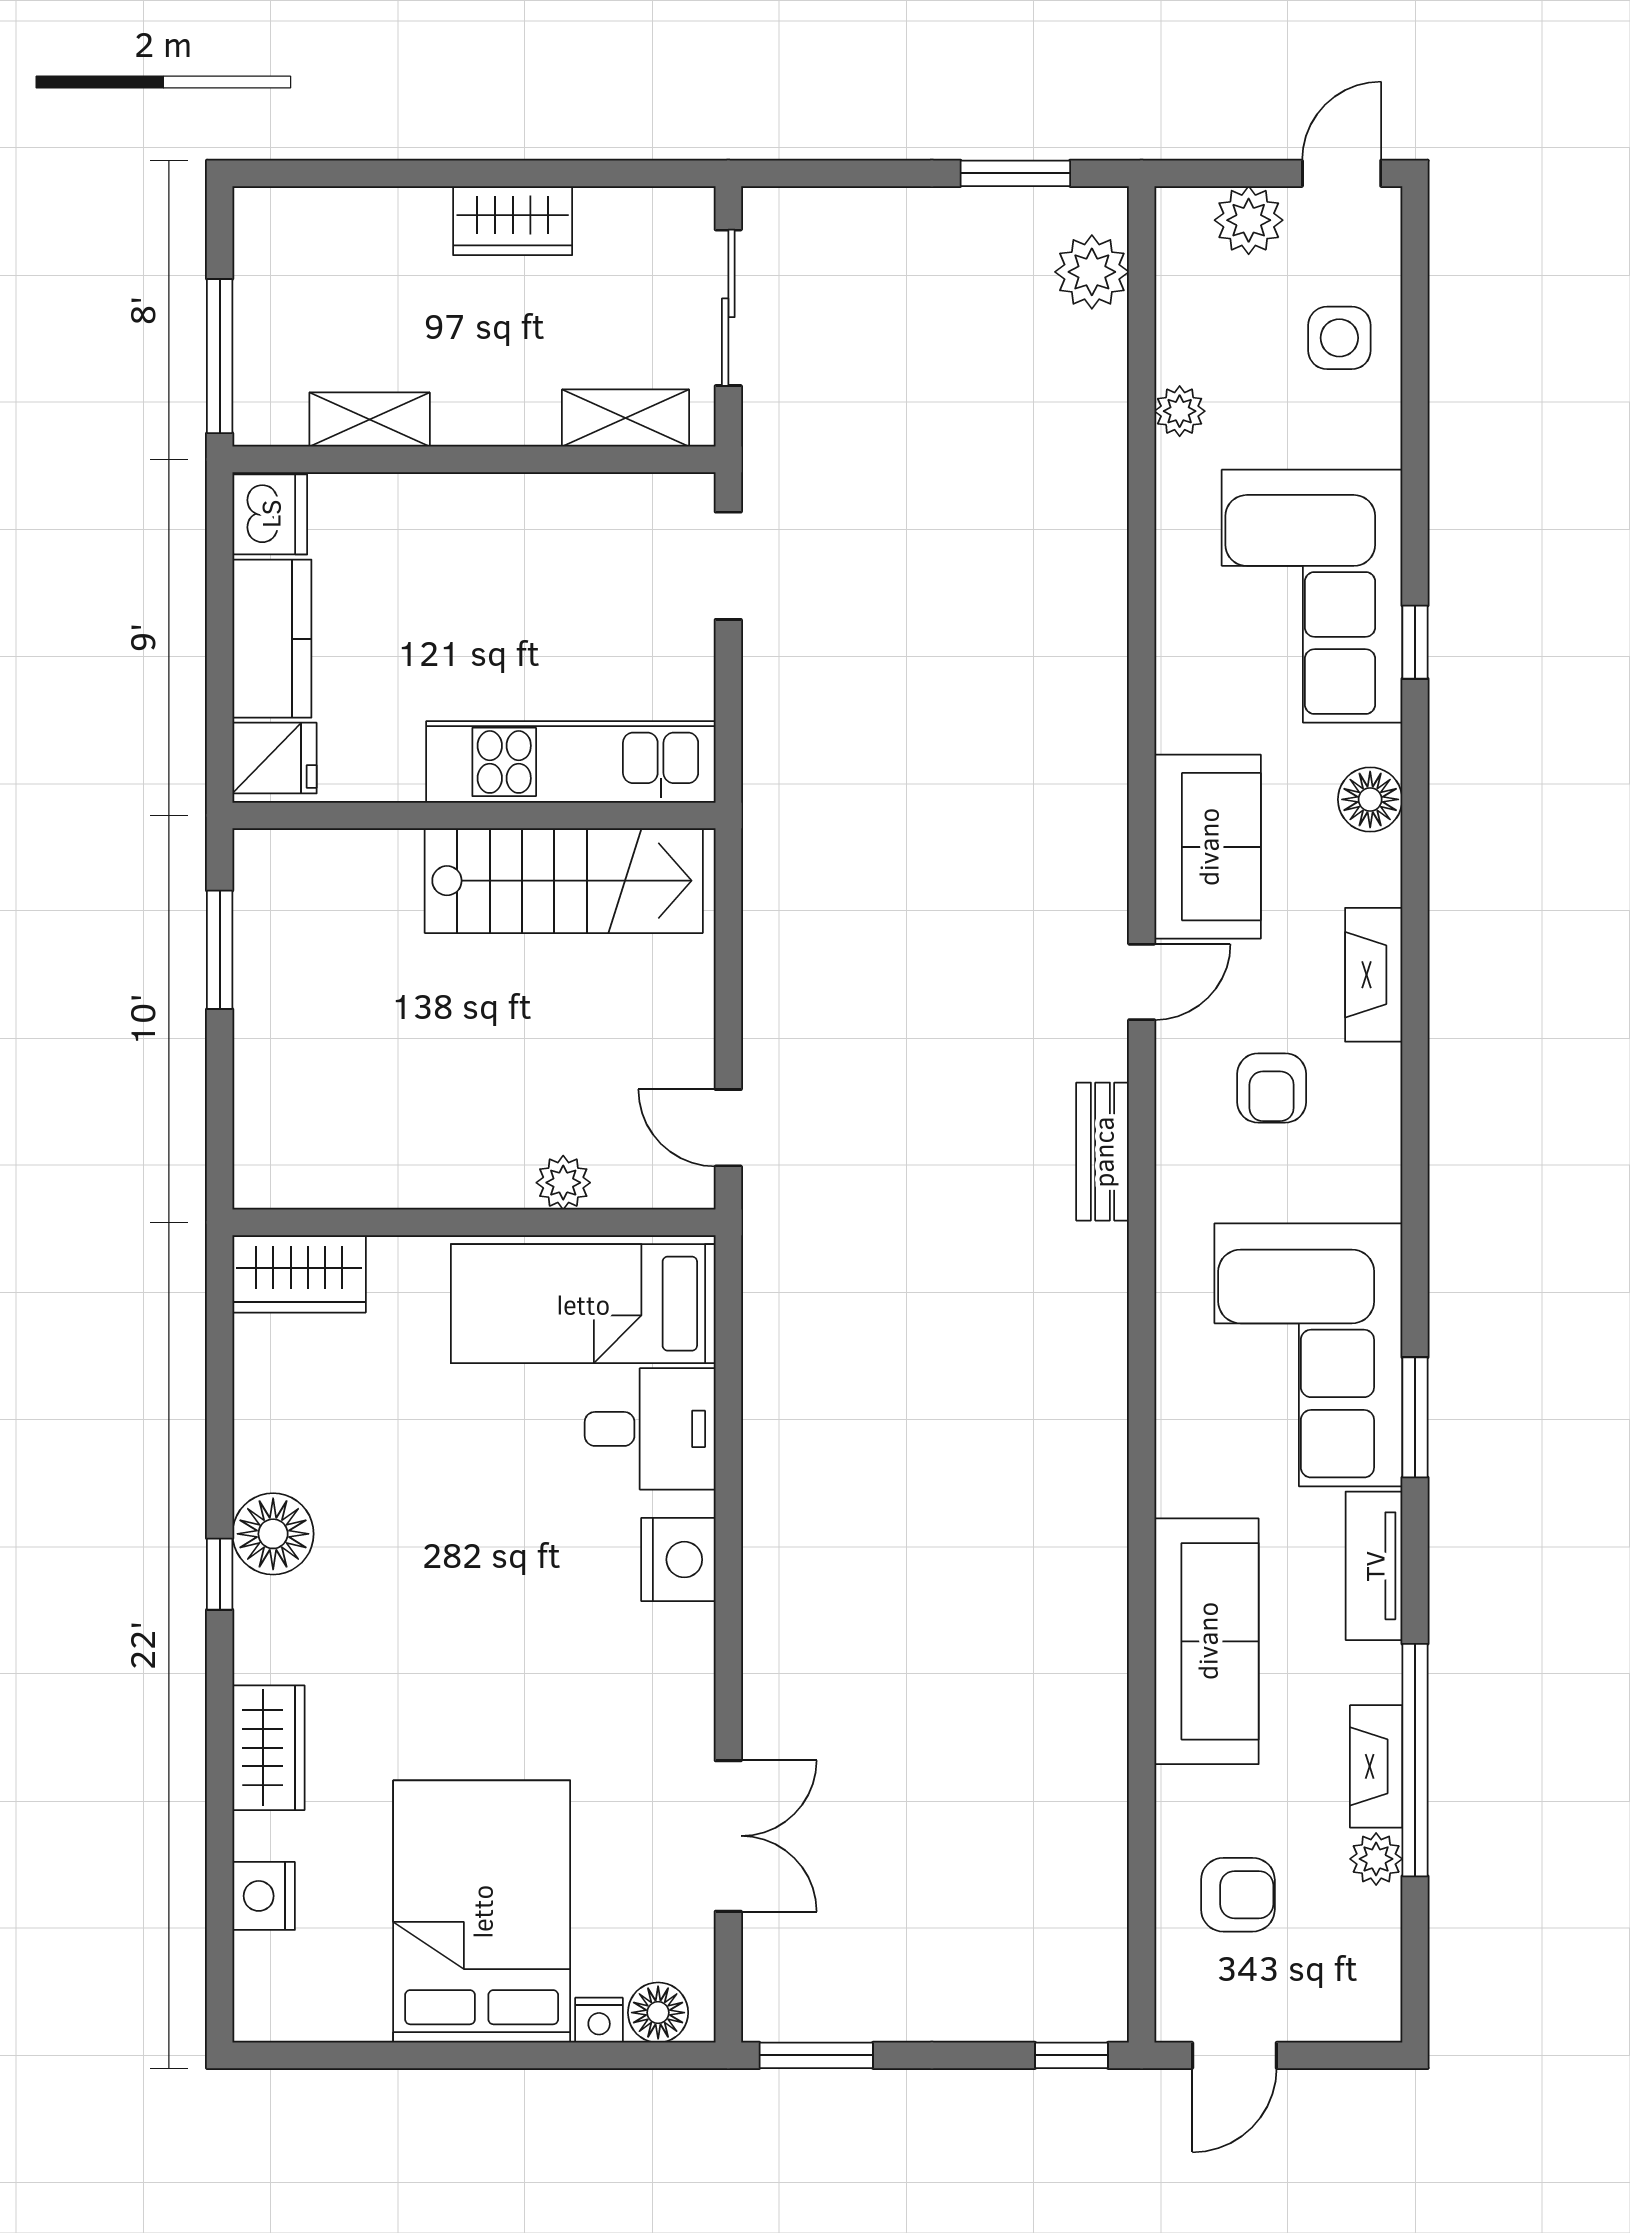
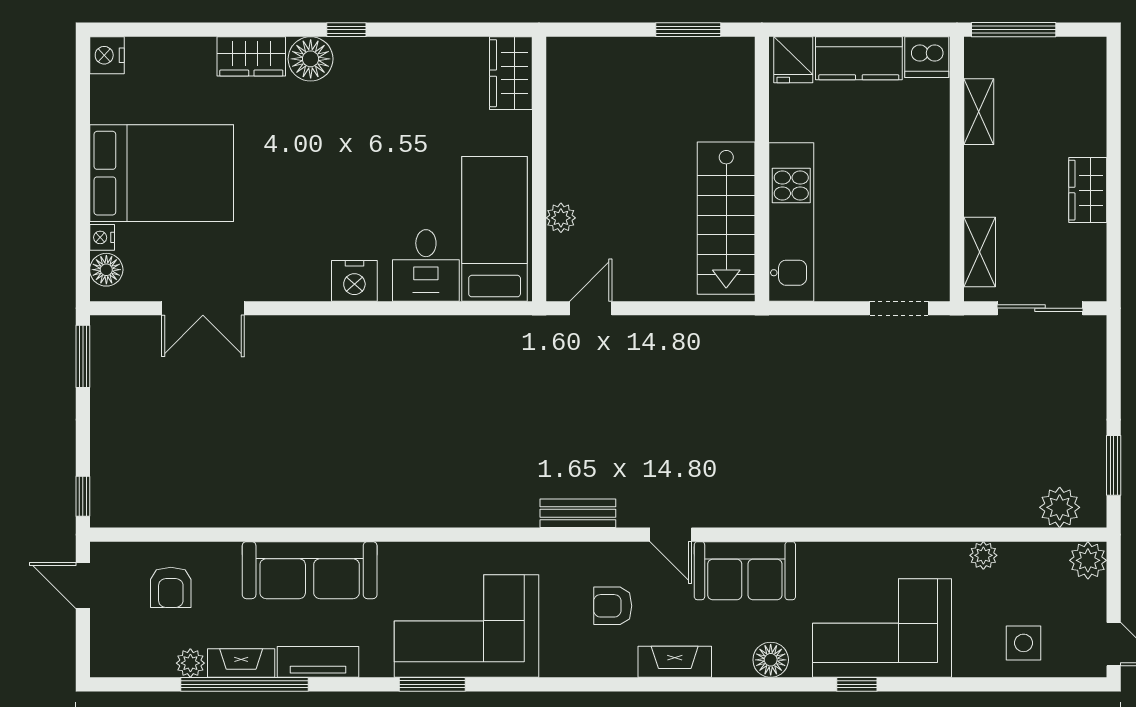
plant: (1249, 220) -> (1088, 560), moved
floor lamp: (273, 1534) -> (311, 59), moved
tv unit: (1374, 1566) -> (318, 662), moved
nightstand: (264, 1896) -> (107, 55), moved, turned -90

